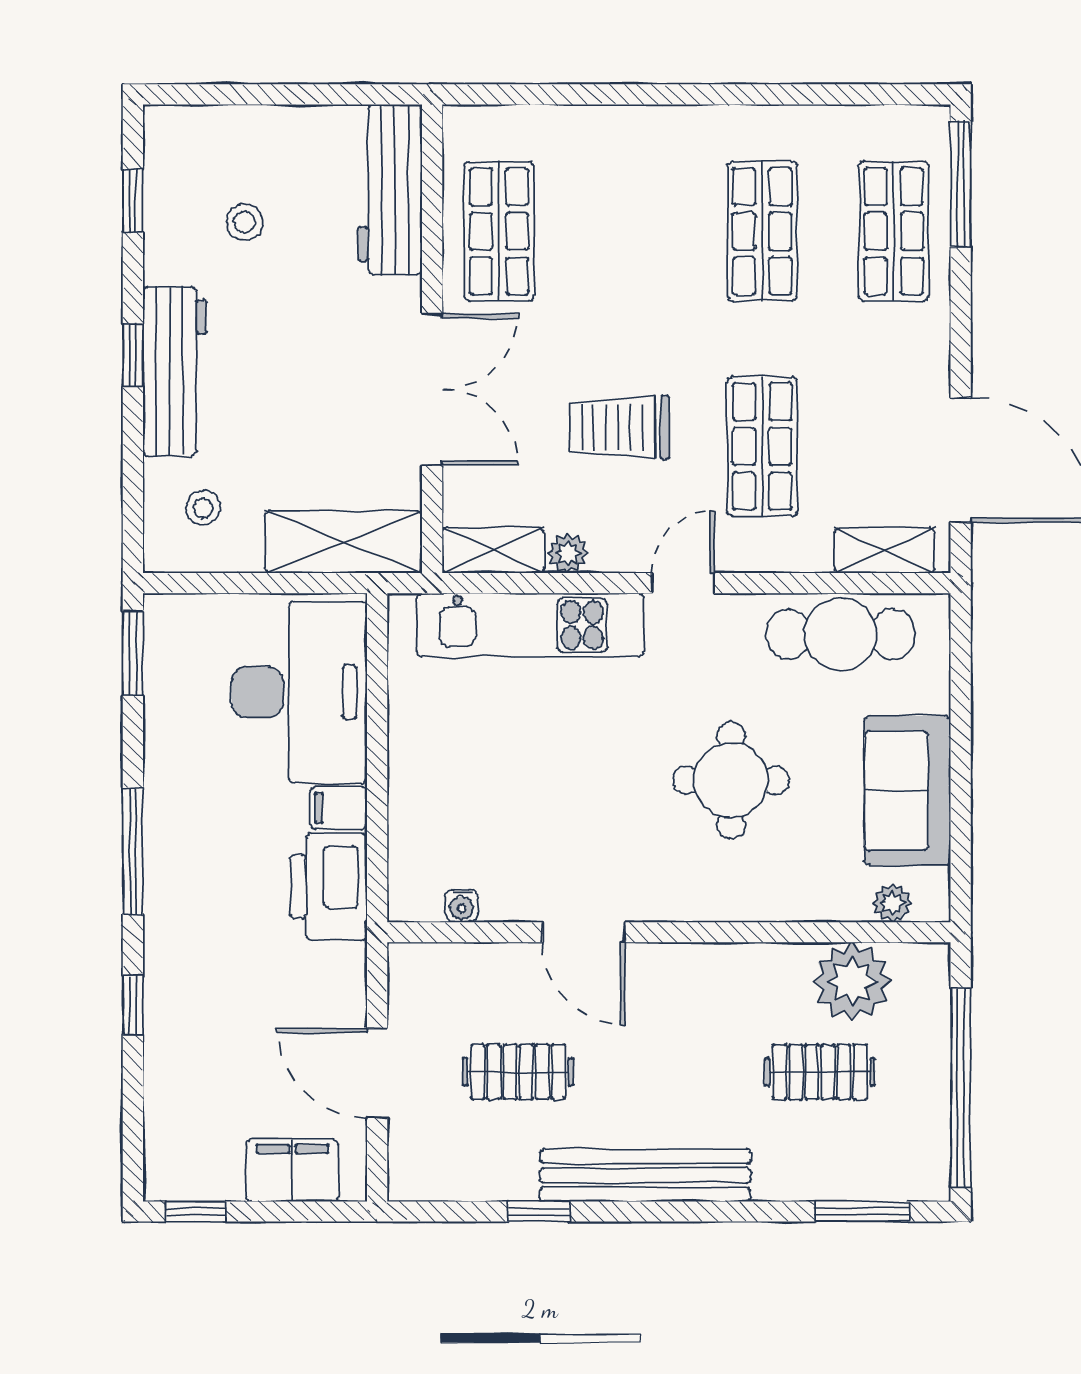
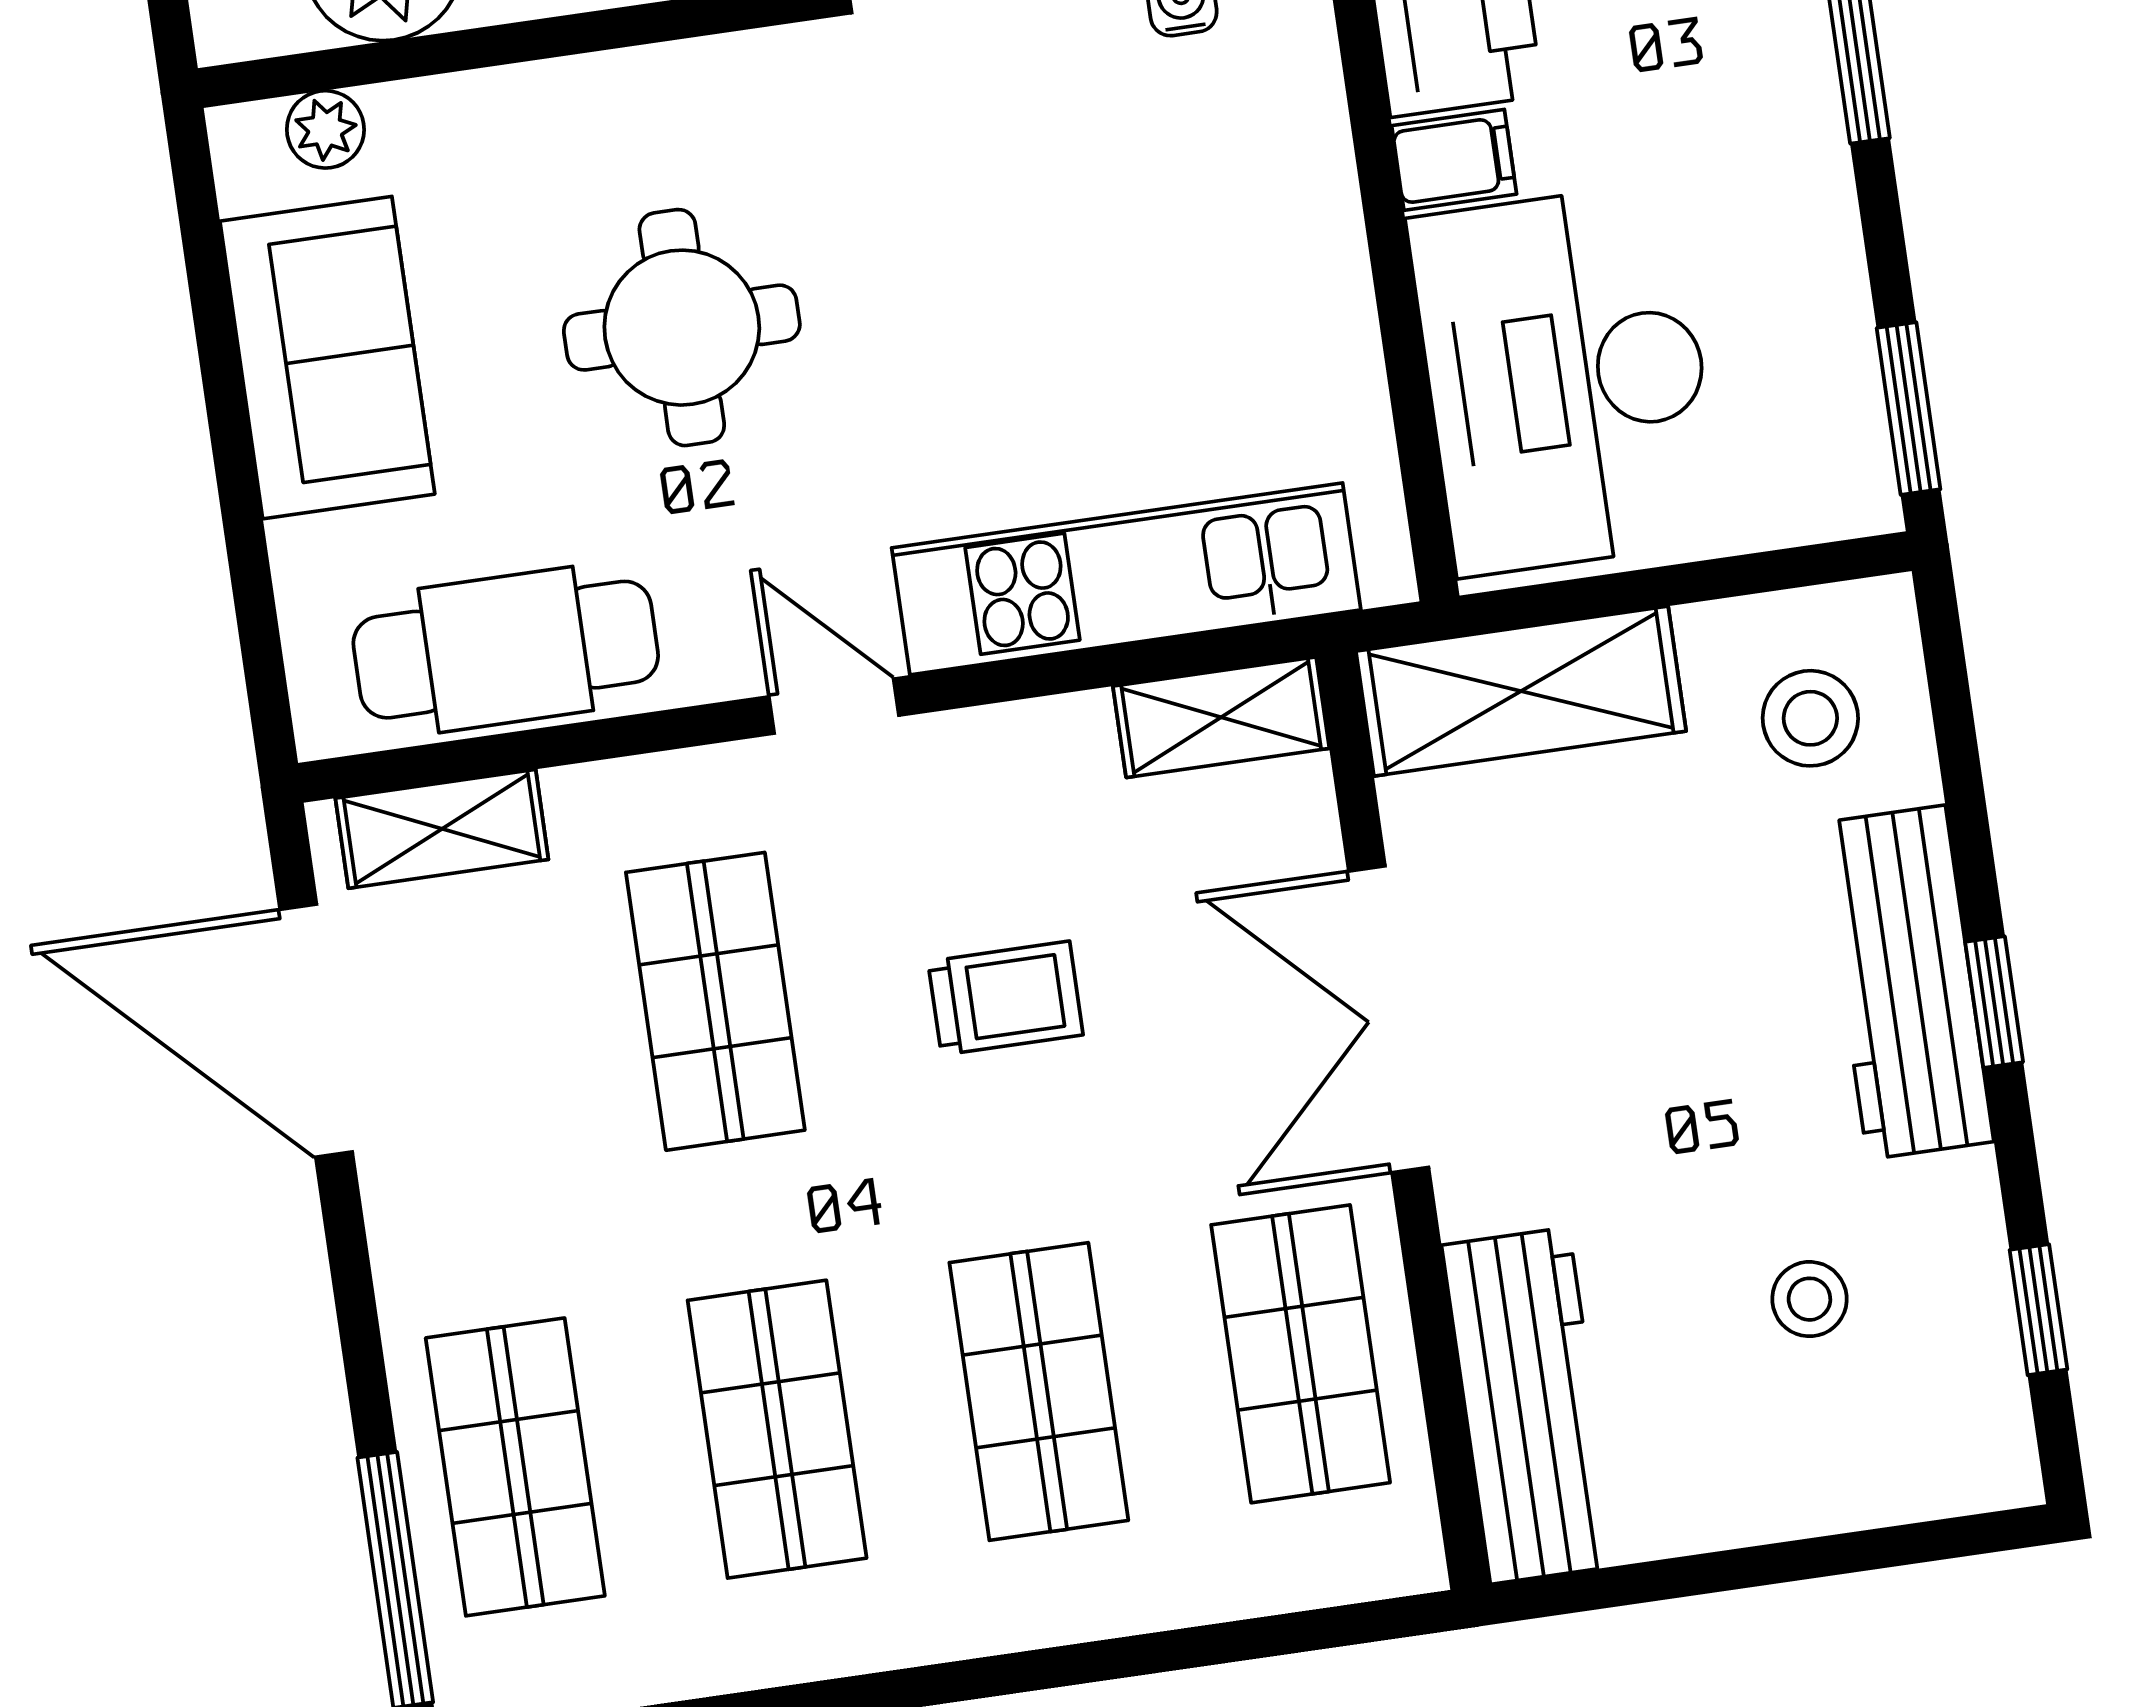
shop shelf: (631, 231) -> (1039, 1391), added
trolley: (619, 427) -> (1006, 998), width x0.73, depth x0.72
stool: (203, 508) -> (1810, 718), width x1.37, depth x1.37
plant: (568, 553) -> (1071, 732), removed
door: (683, 583) -> (834, 706), swing flipped

